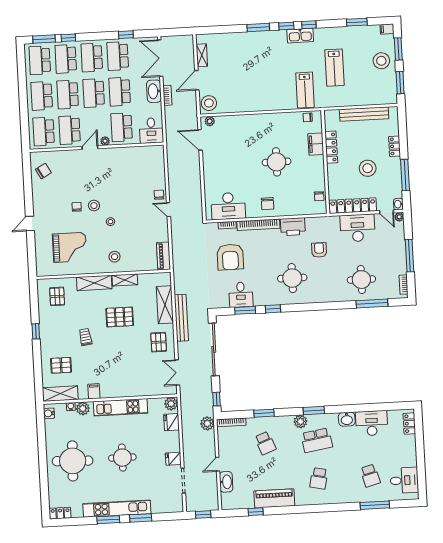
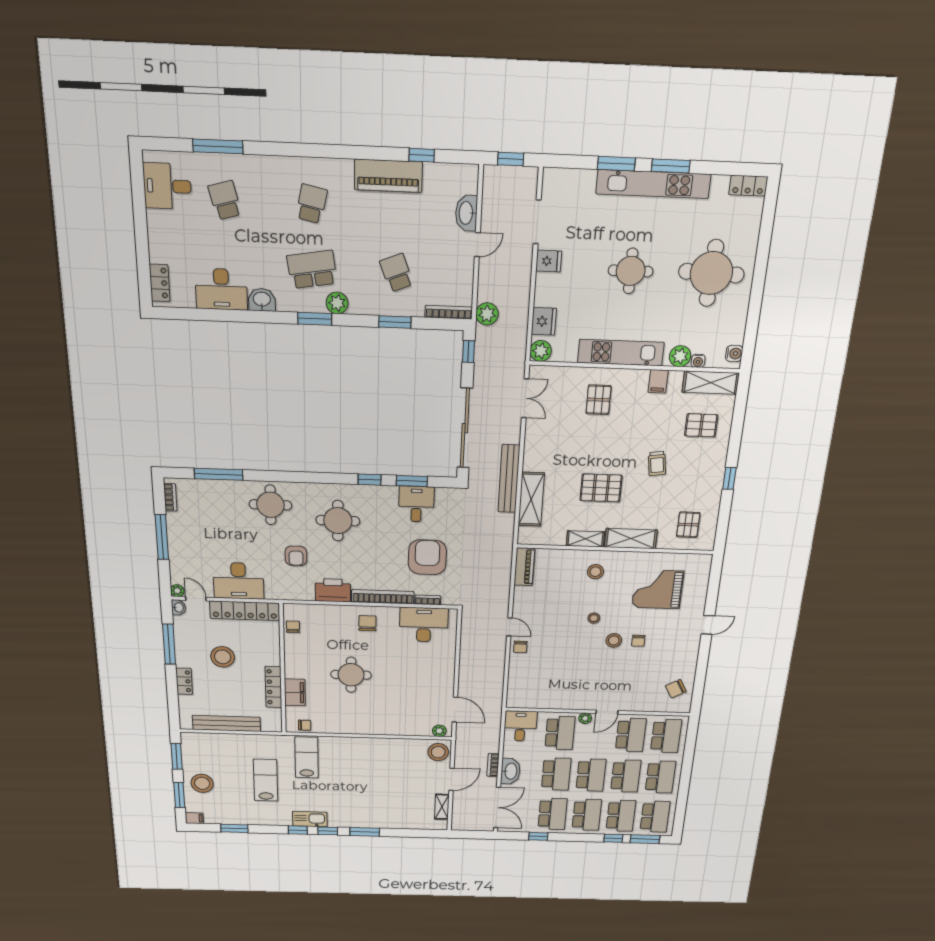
round table: (361, 280) -> (270, 505), moved
pallet: (159, 342) -> (598, 400), moved

